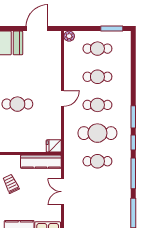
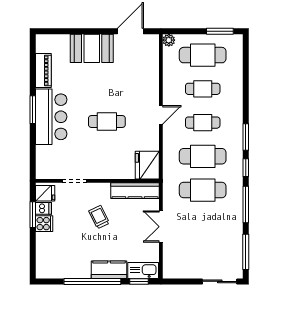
cafe table: (97, 49) -> (203, 55), width x1.37, depth x1.35
fridge: (54, 146) -> (147, 165), width x1.88, depth x1.34
cafe table: (97, 161) -> (203, 190), width x1.37, depth x1.35

